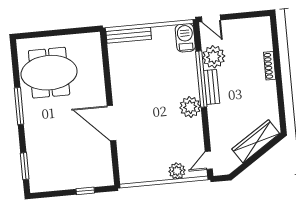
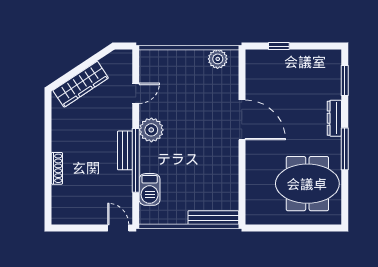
barbecue: (185, 38) -> (150, 189), moved
plant: (214, 57) -> (119, 184), removed
dresser: (31, 132) -> (334, 118), added
door: (209, 160) -> (136, 93), moved
plant: (177, 171) -> (218, 59), moved

